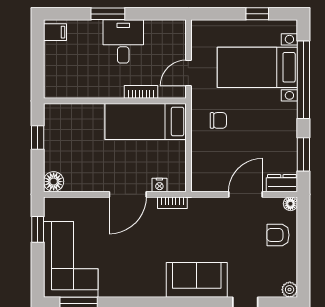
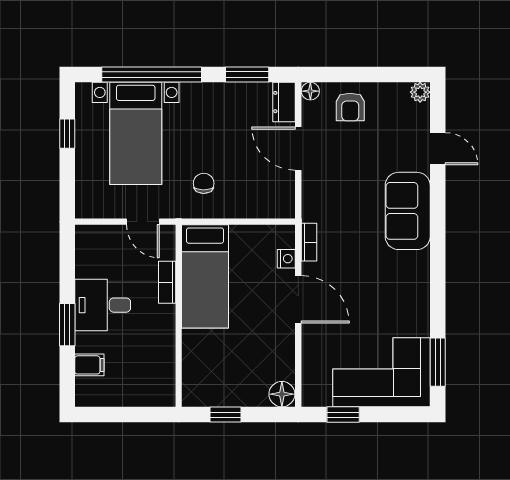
filing cabinet: (55, 32) -> (89, 365), moved, turned 90

